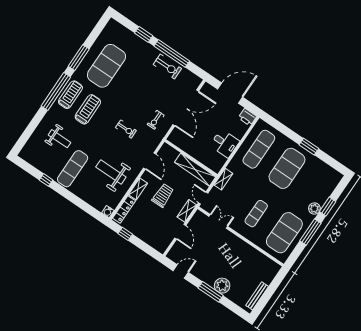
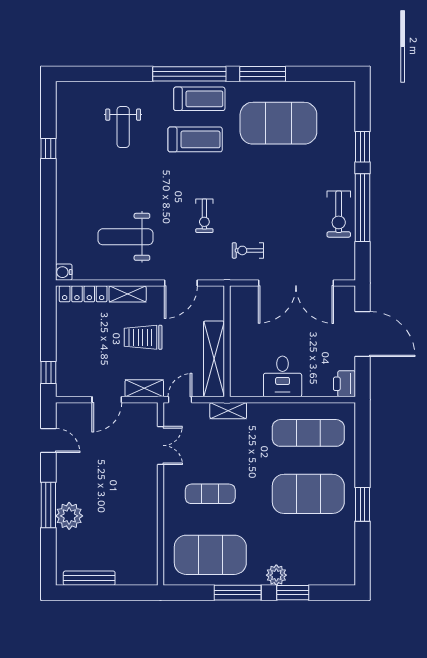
exercise mat: (73, 169) -> (92, 177), removed
weight bench: (111, 172) -> (125, 237), turned -90
trolley: (163, 195) -> (143, 337), turned 180
window: (125, 234) -> (48, 373), moved

